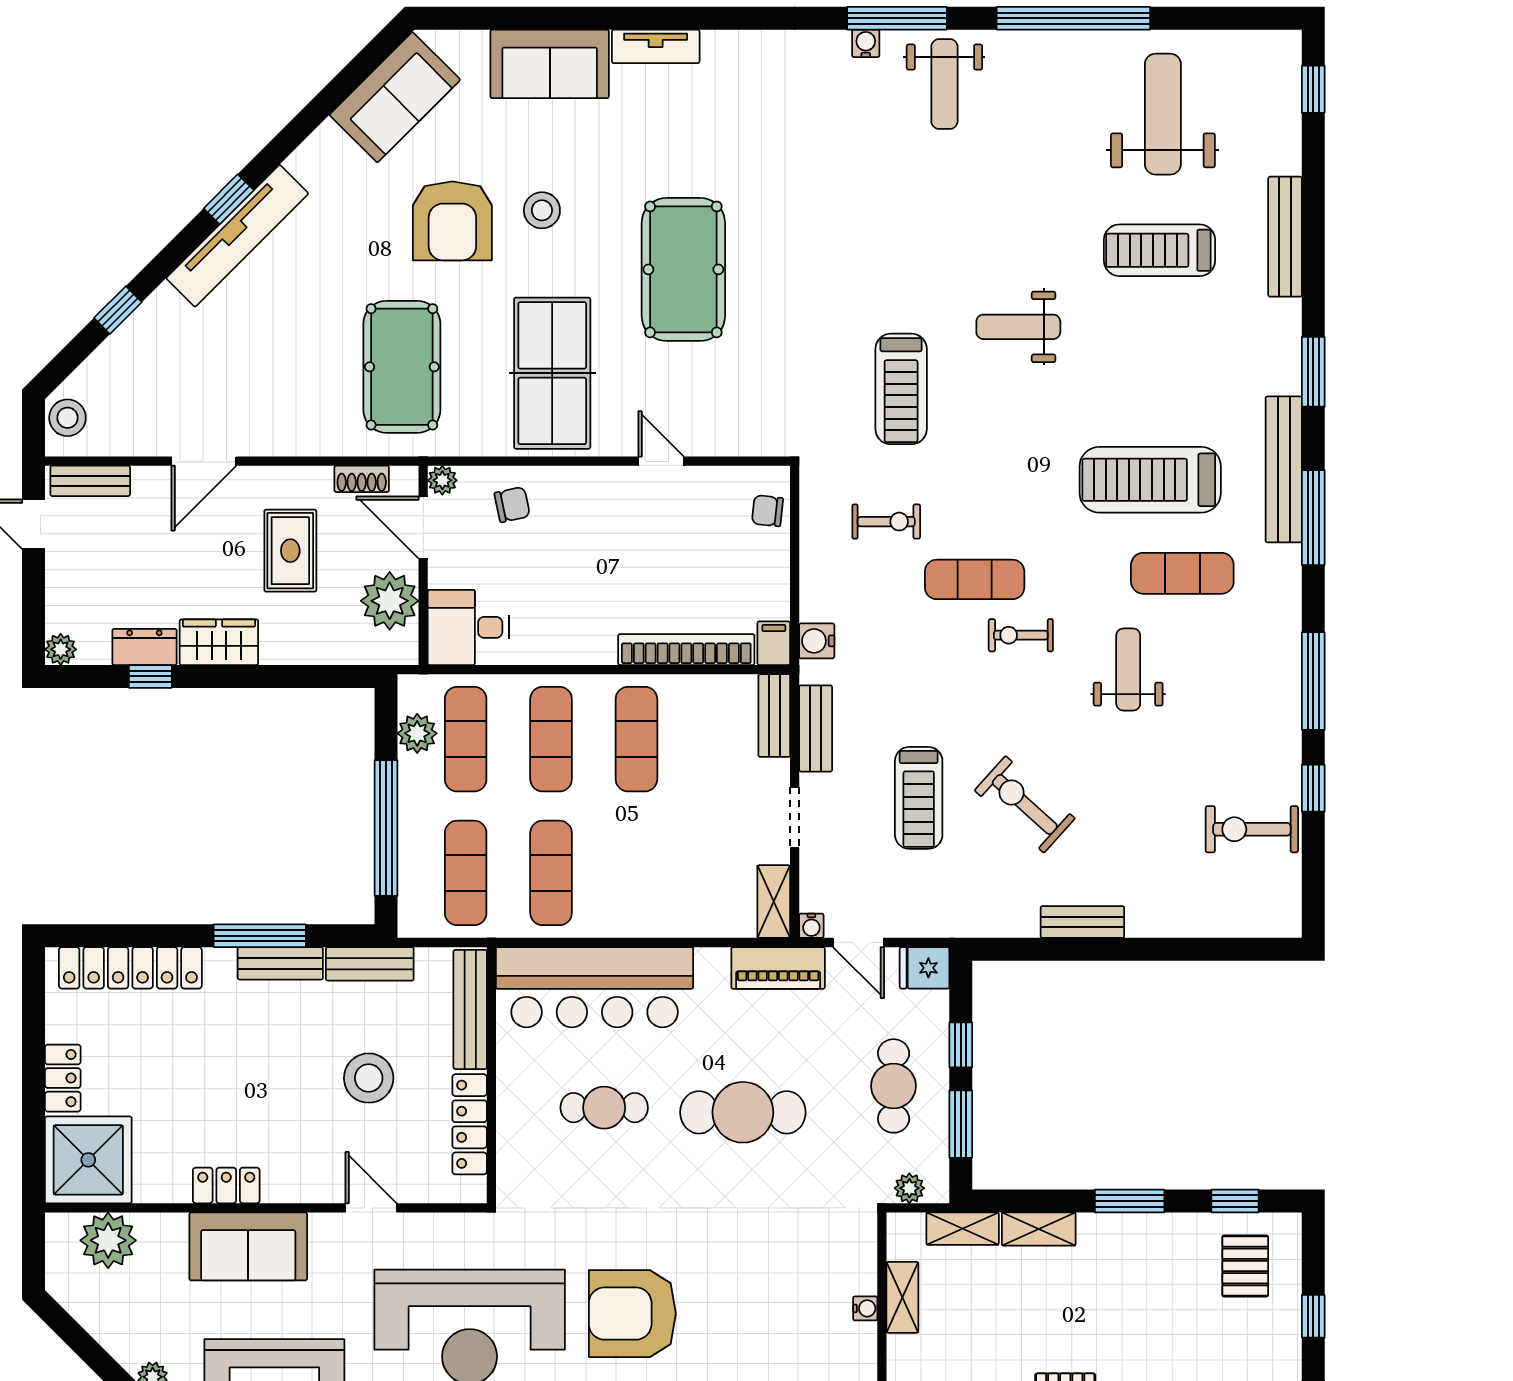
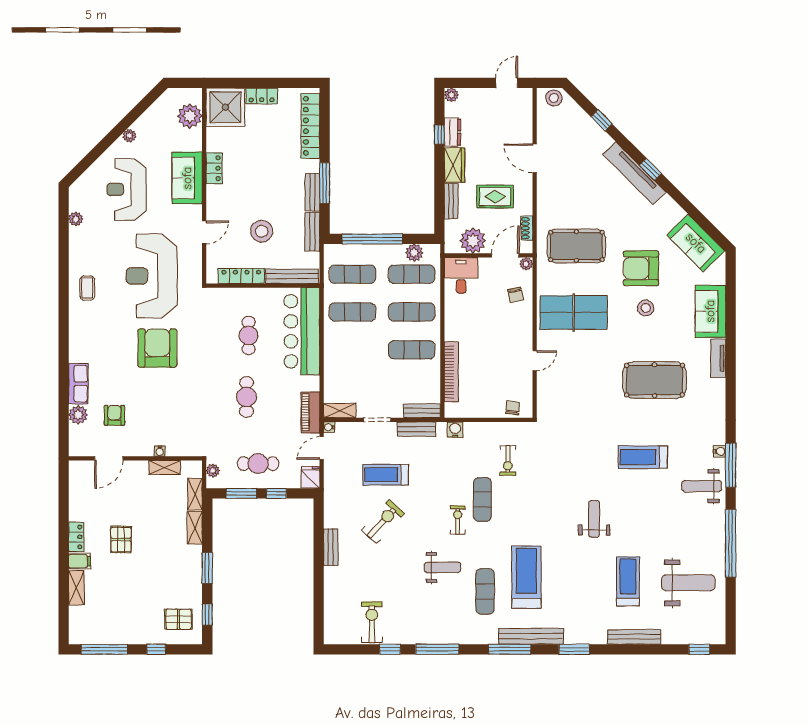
pool table: (683, 269) -> (654, 380), moved
treadmill: (901, 389) -> (643, 457), moved
bench: (90, 481) -> (451, 201), moved
filing cabinet: (774, 643) -> (454, 411), removed
cafe table: (743, 1112) -> (246, 397), width x0.73, depth x0.74

